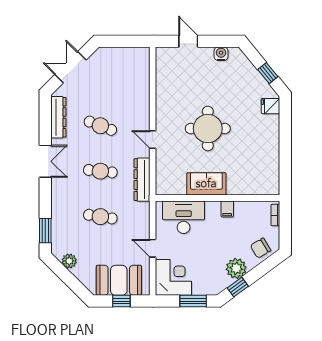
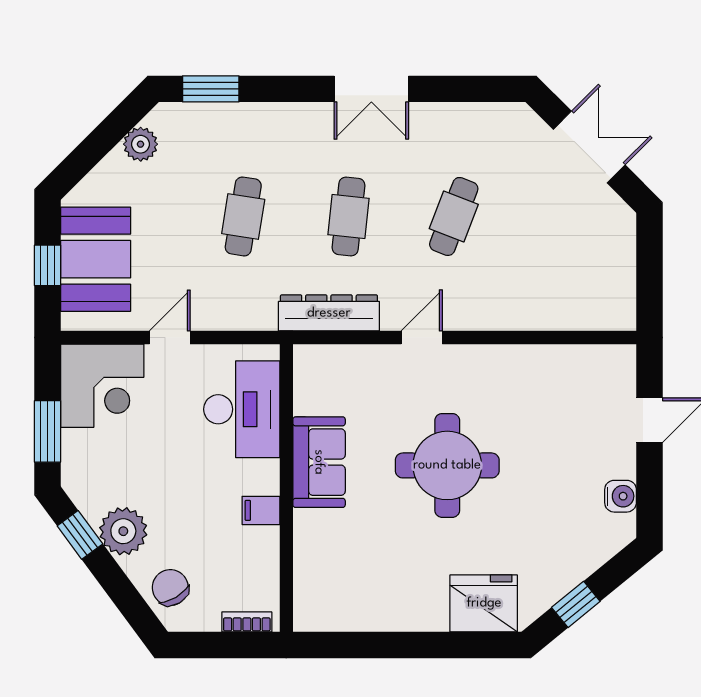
fridge: (270, 106) -> (484, 603), width x1.88, depth x1.34
dresser: (58, 117) -> (473, 119), removed

